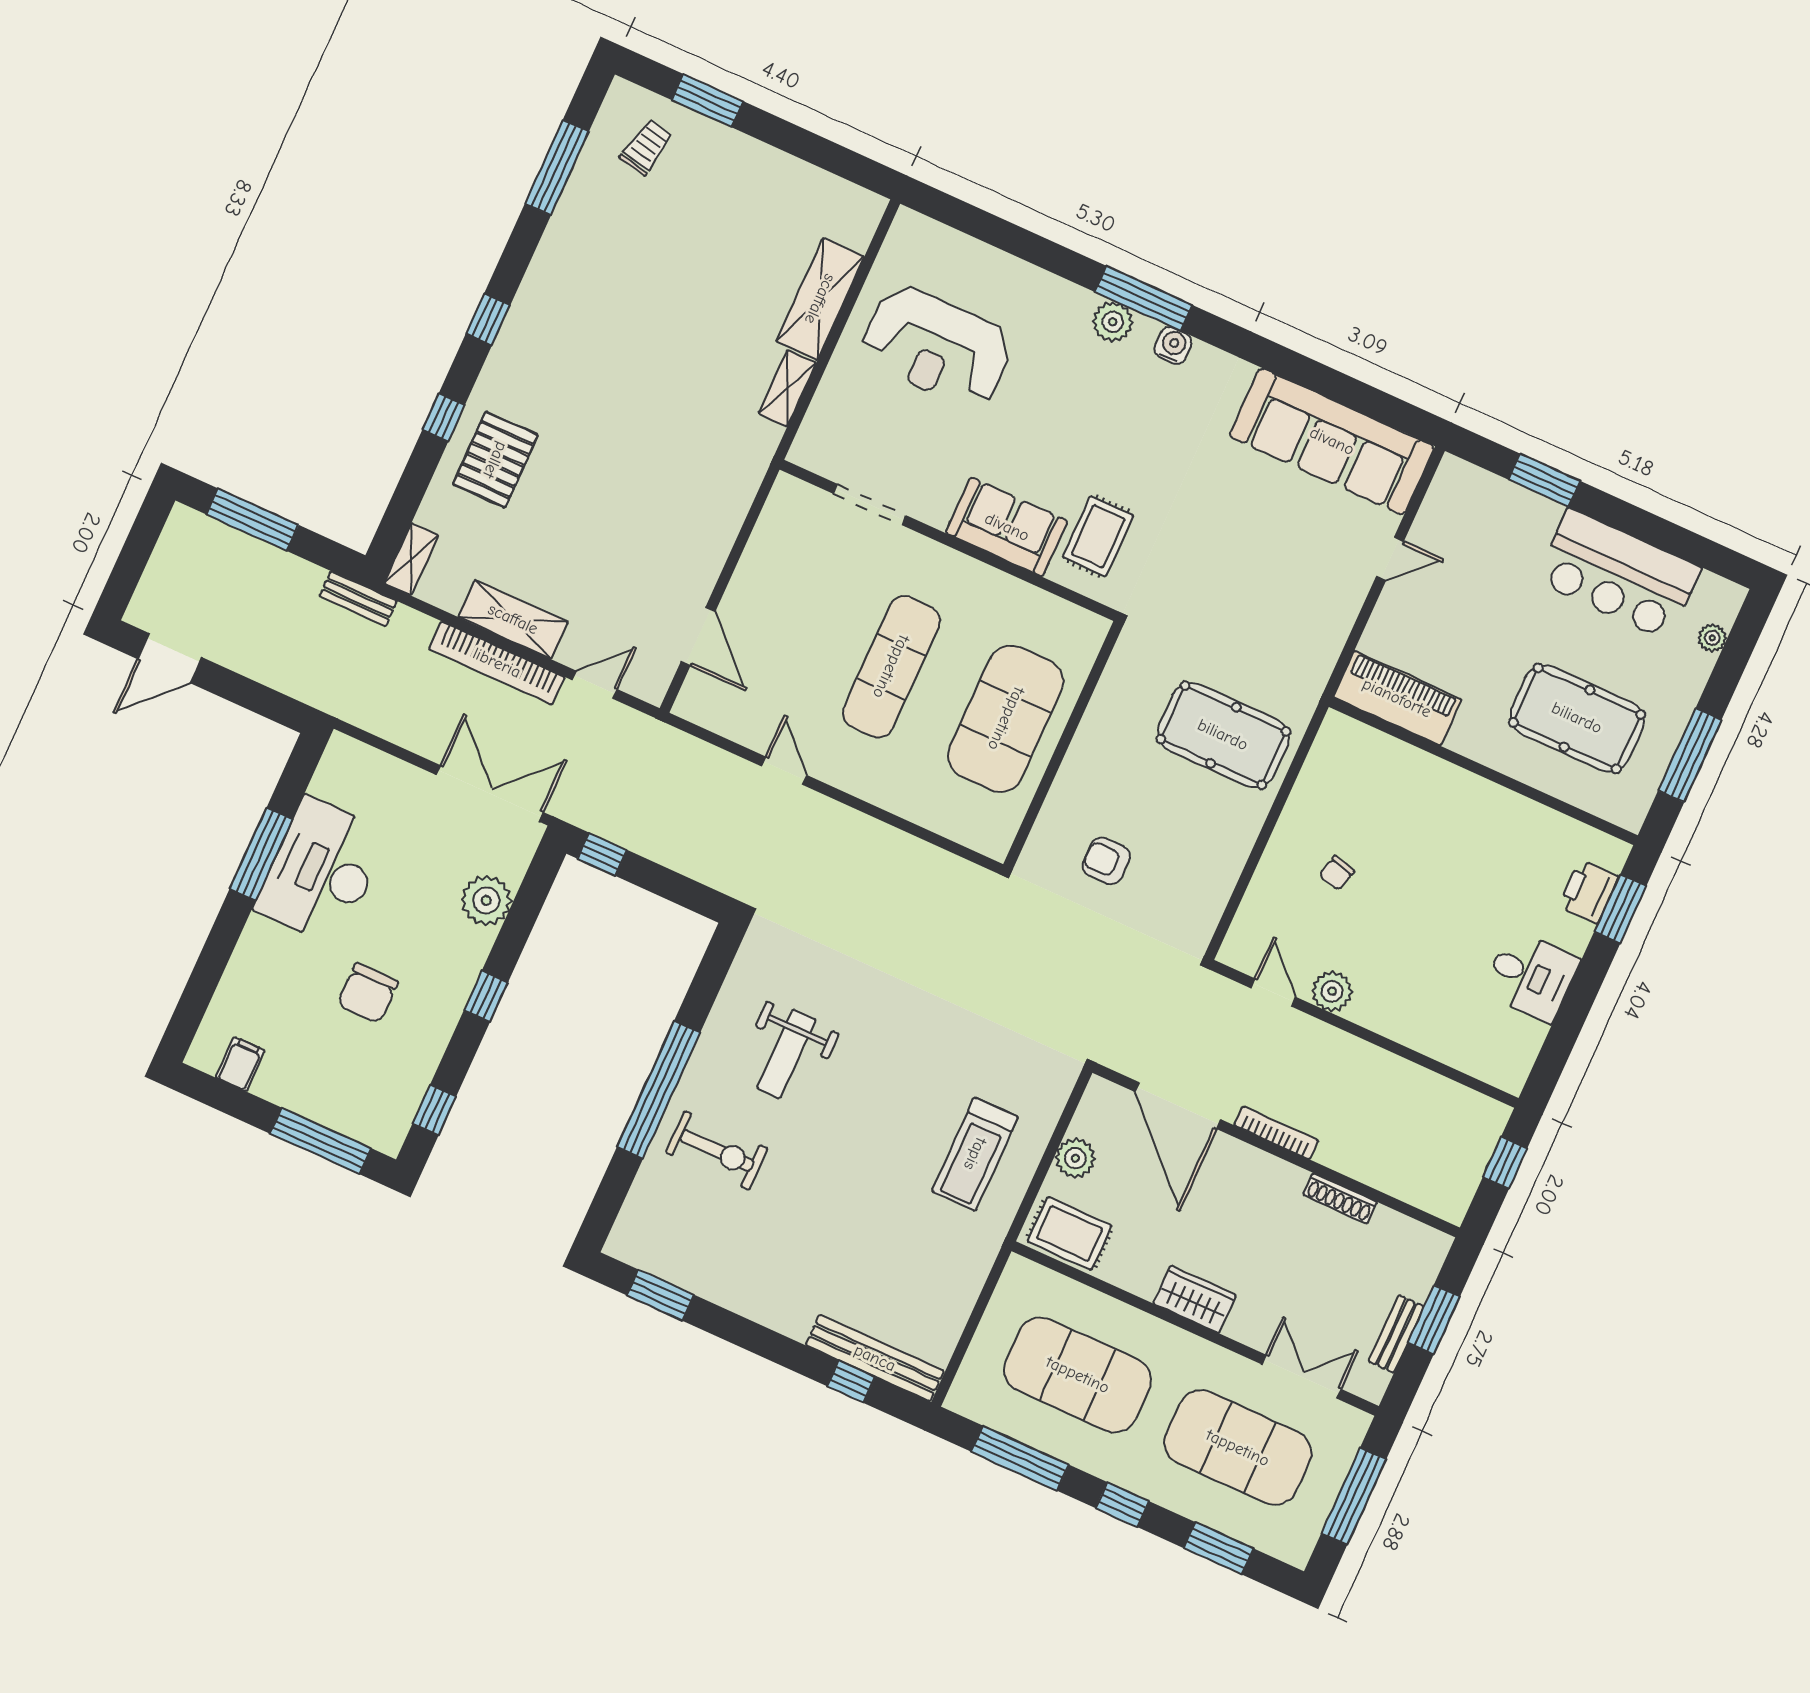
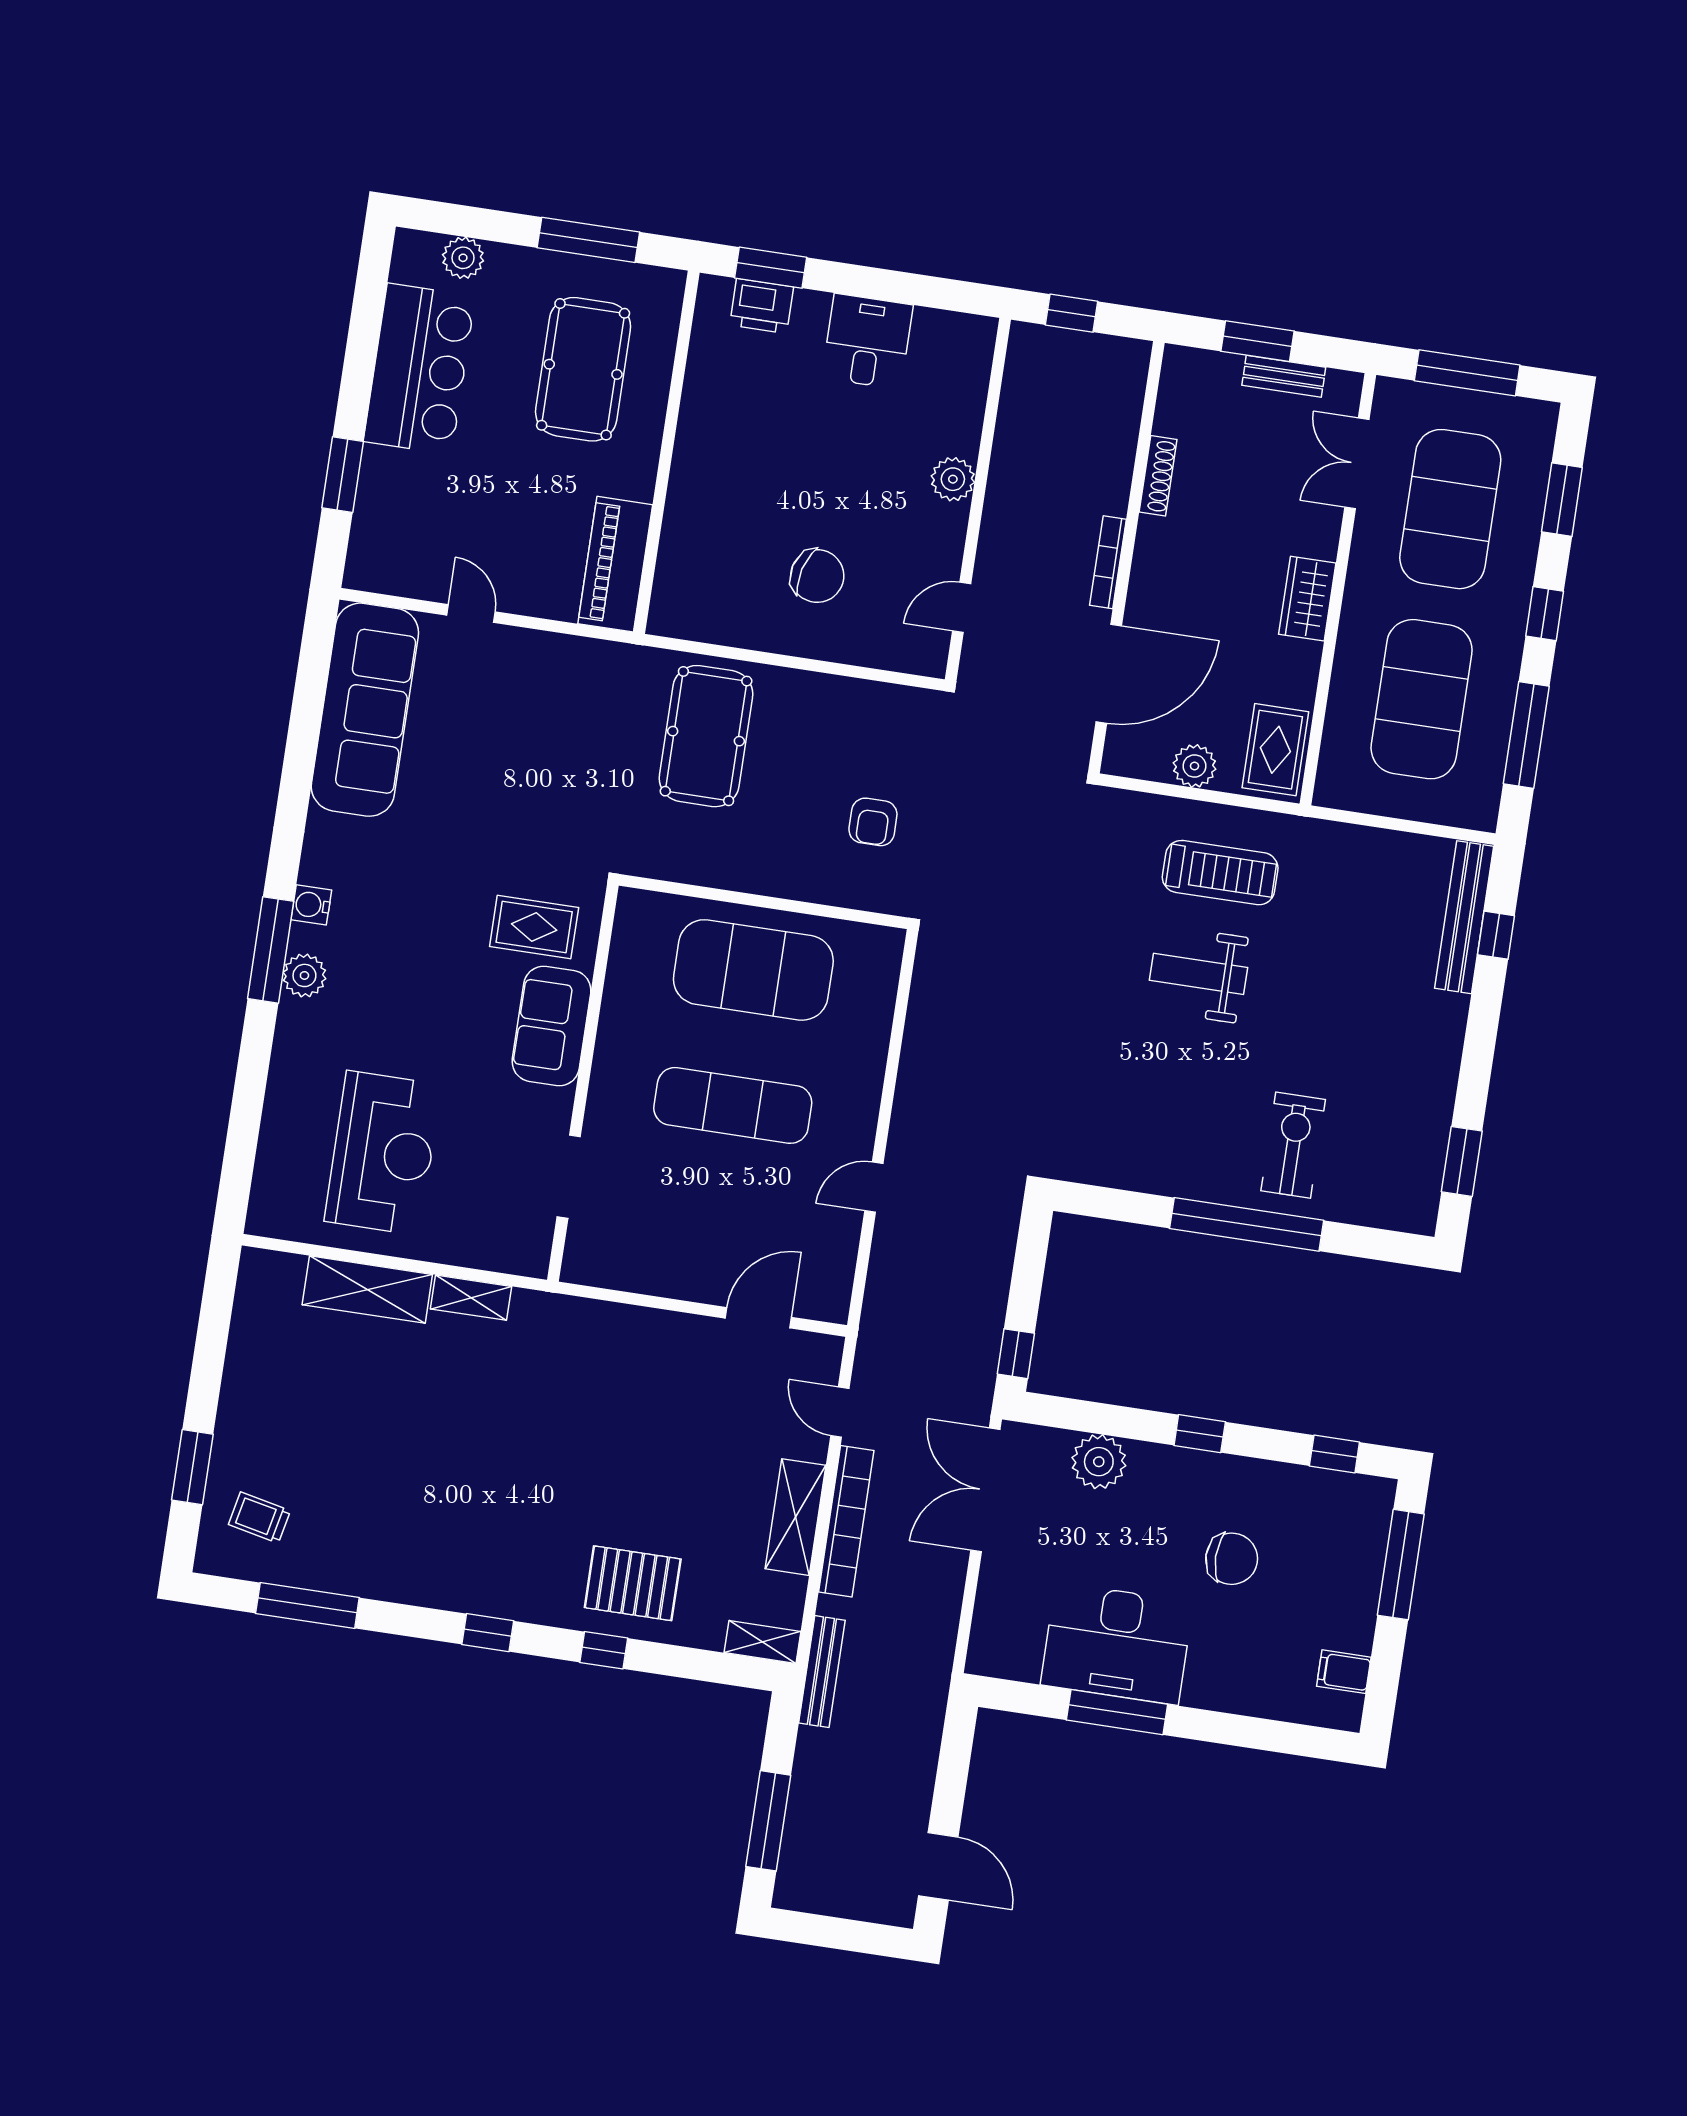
bench: (358, 599) -> (822, 1672), width x1.36
plant: (1712, 638) -> (463, 258), width x1.38, depth x1.38
chair: (1337, 873) -> (817, 576), width x1.87, depth x1.87
plant: (1332, 991) -> (953, 479), moved
weight bench: (786, 1054) -> (1198, 974), moved, turned 180

